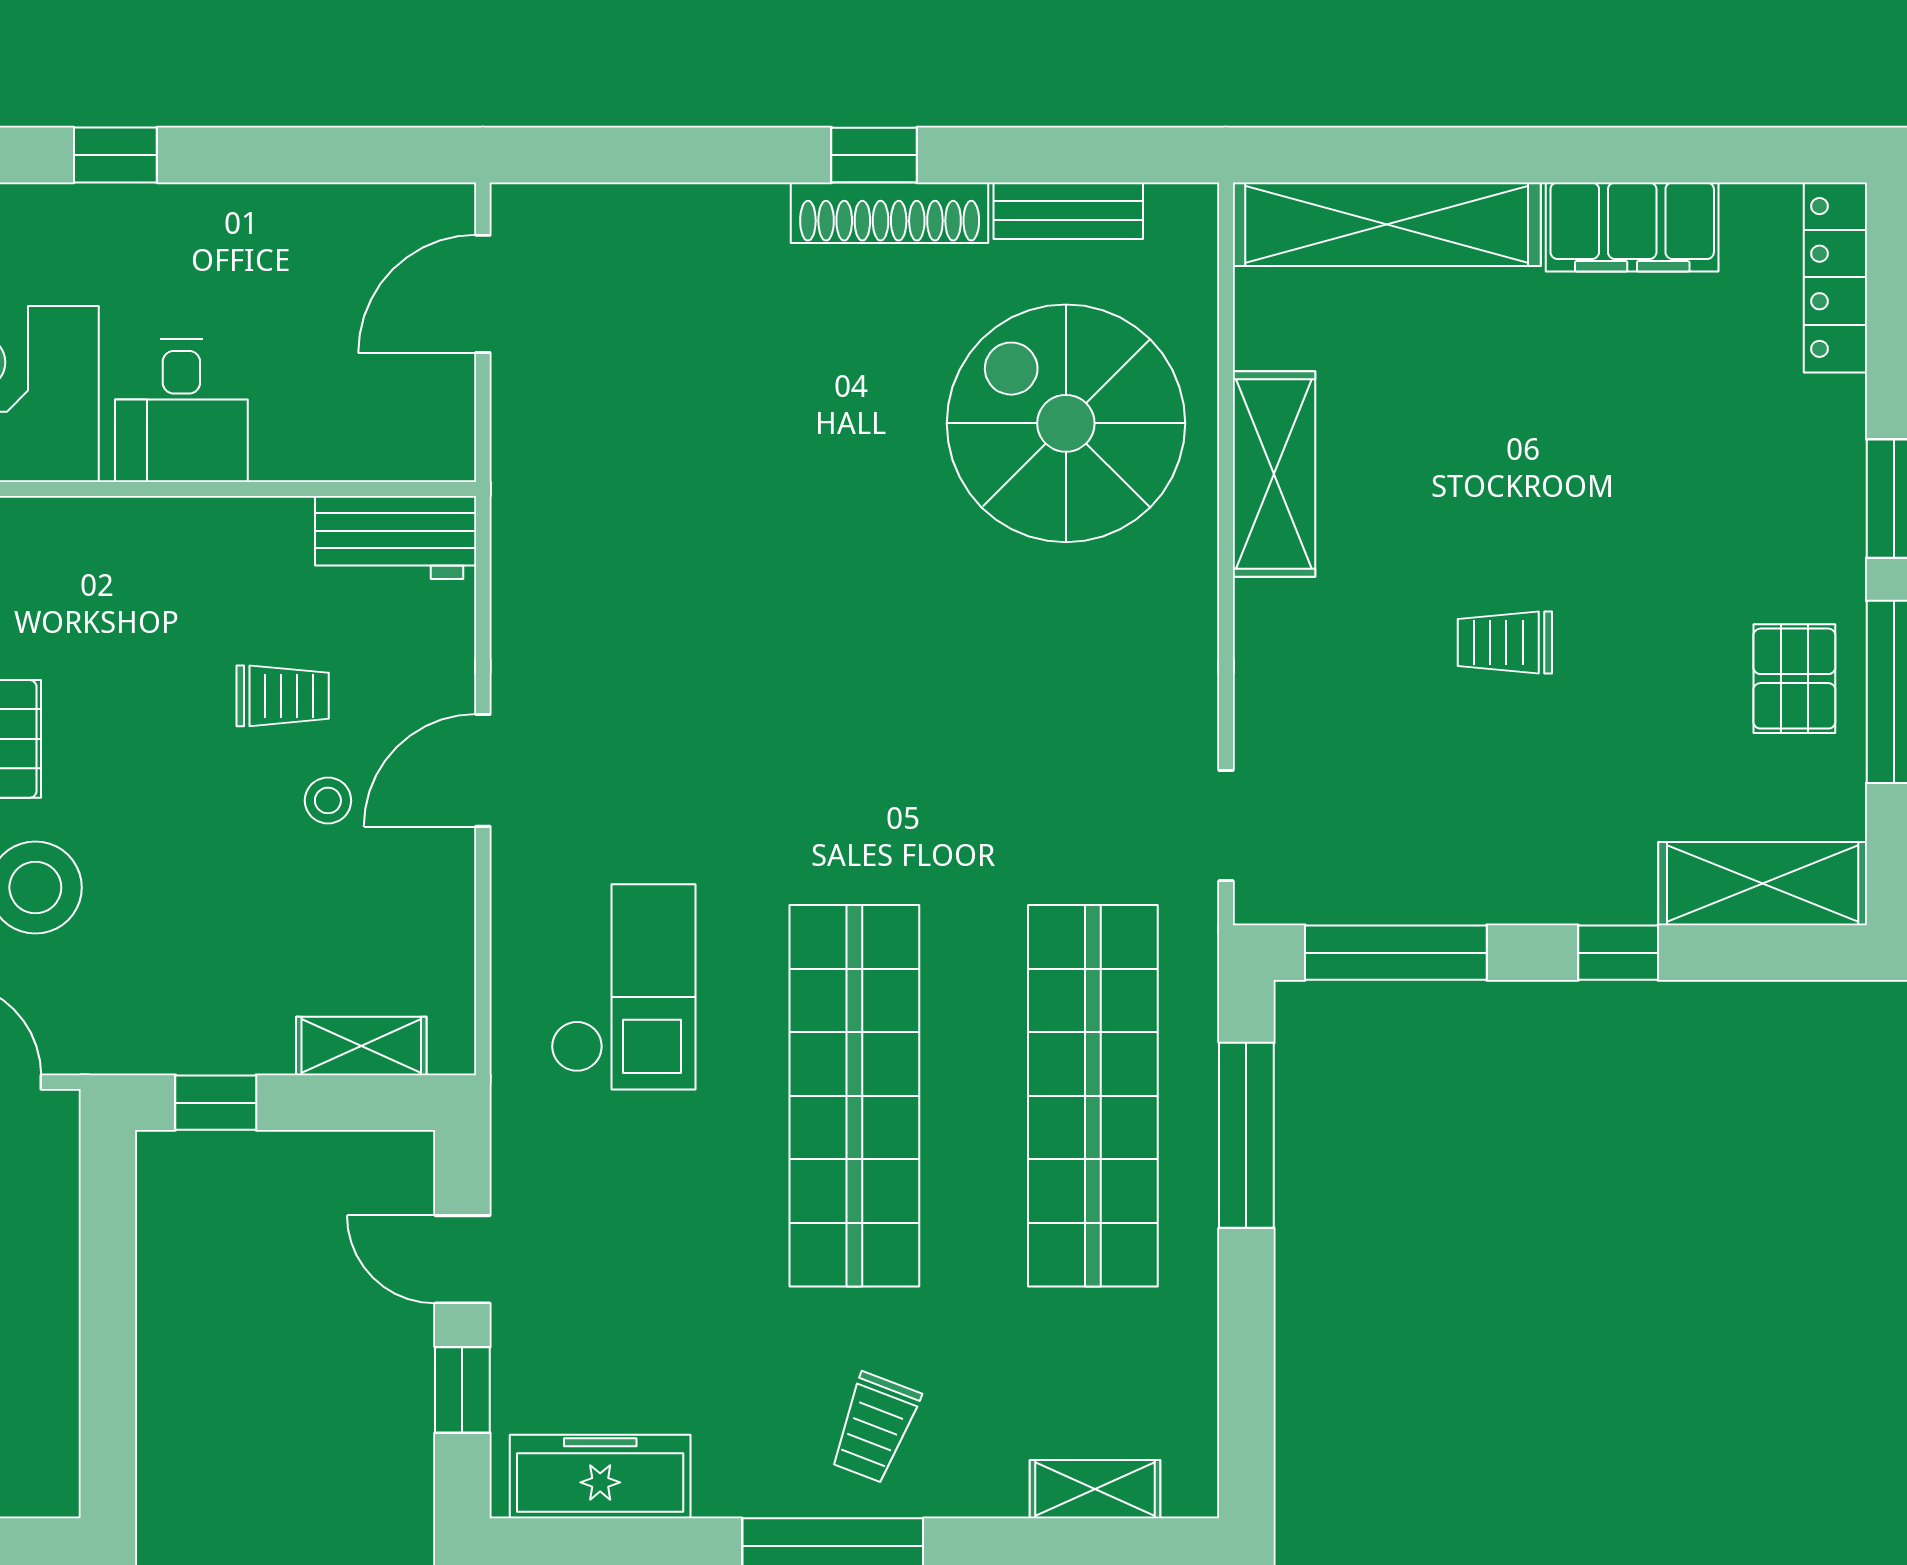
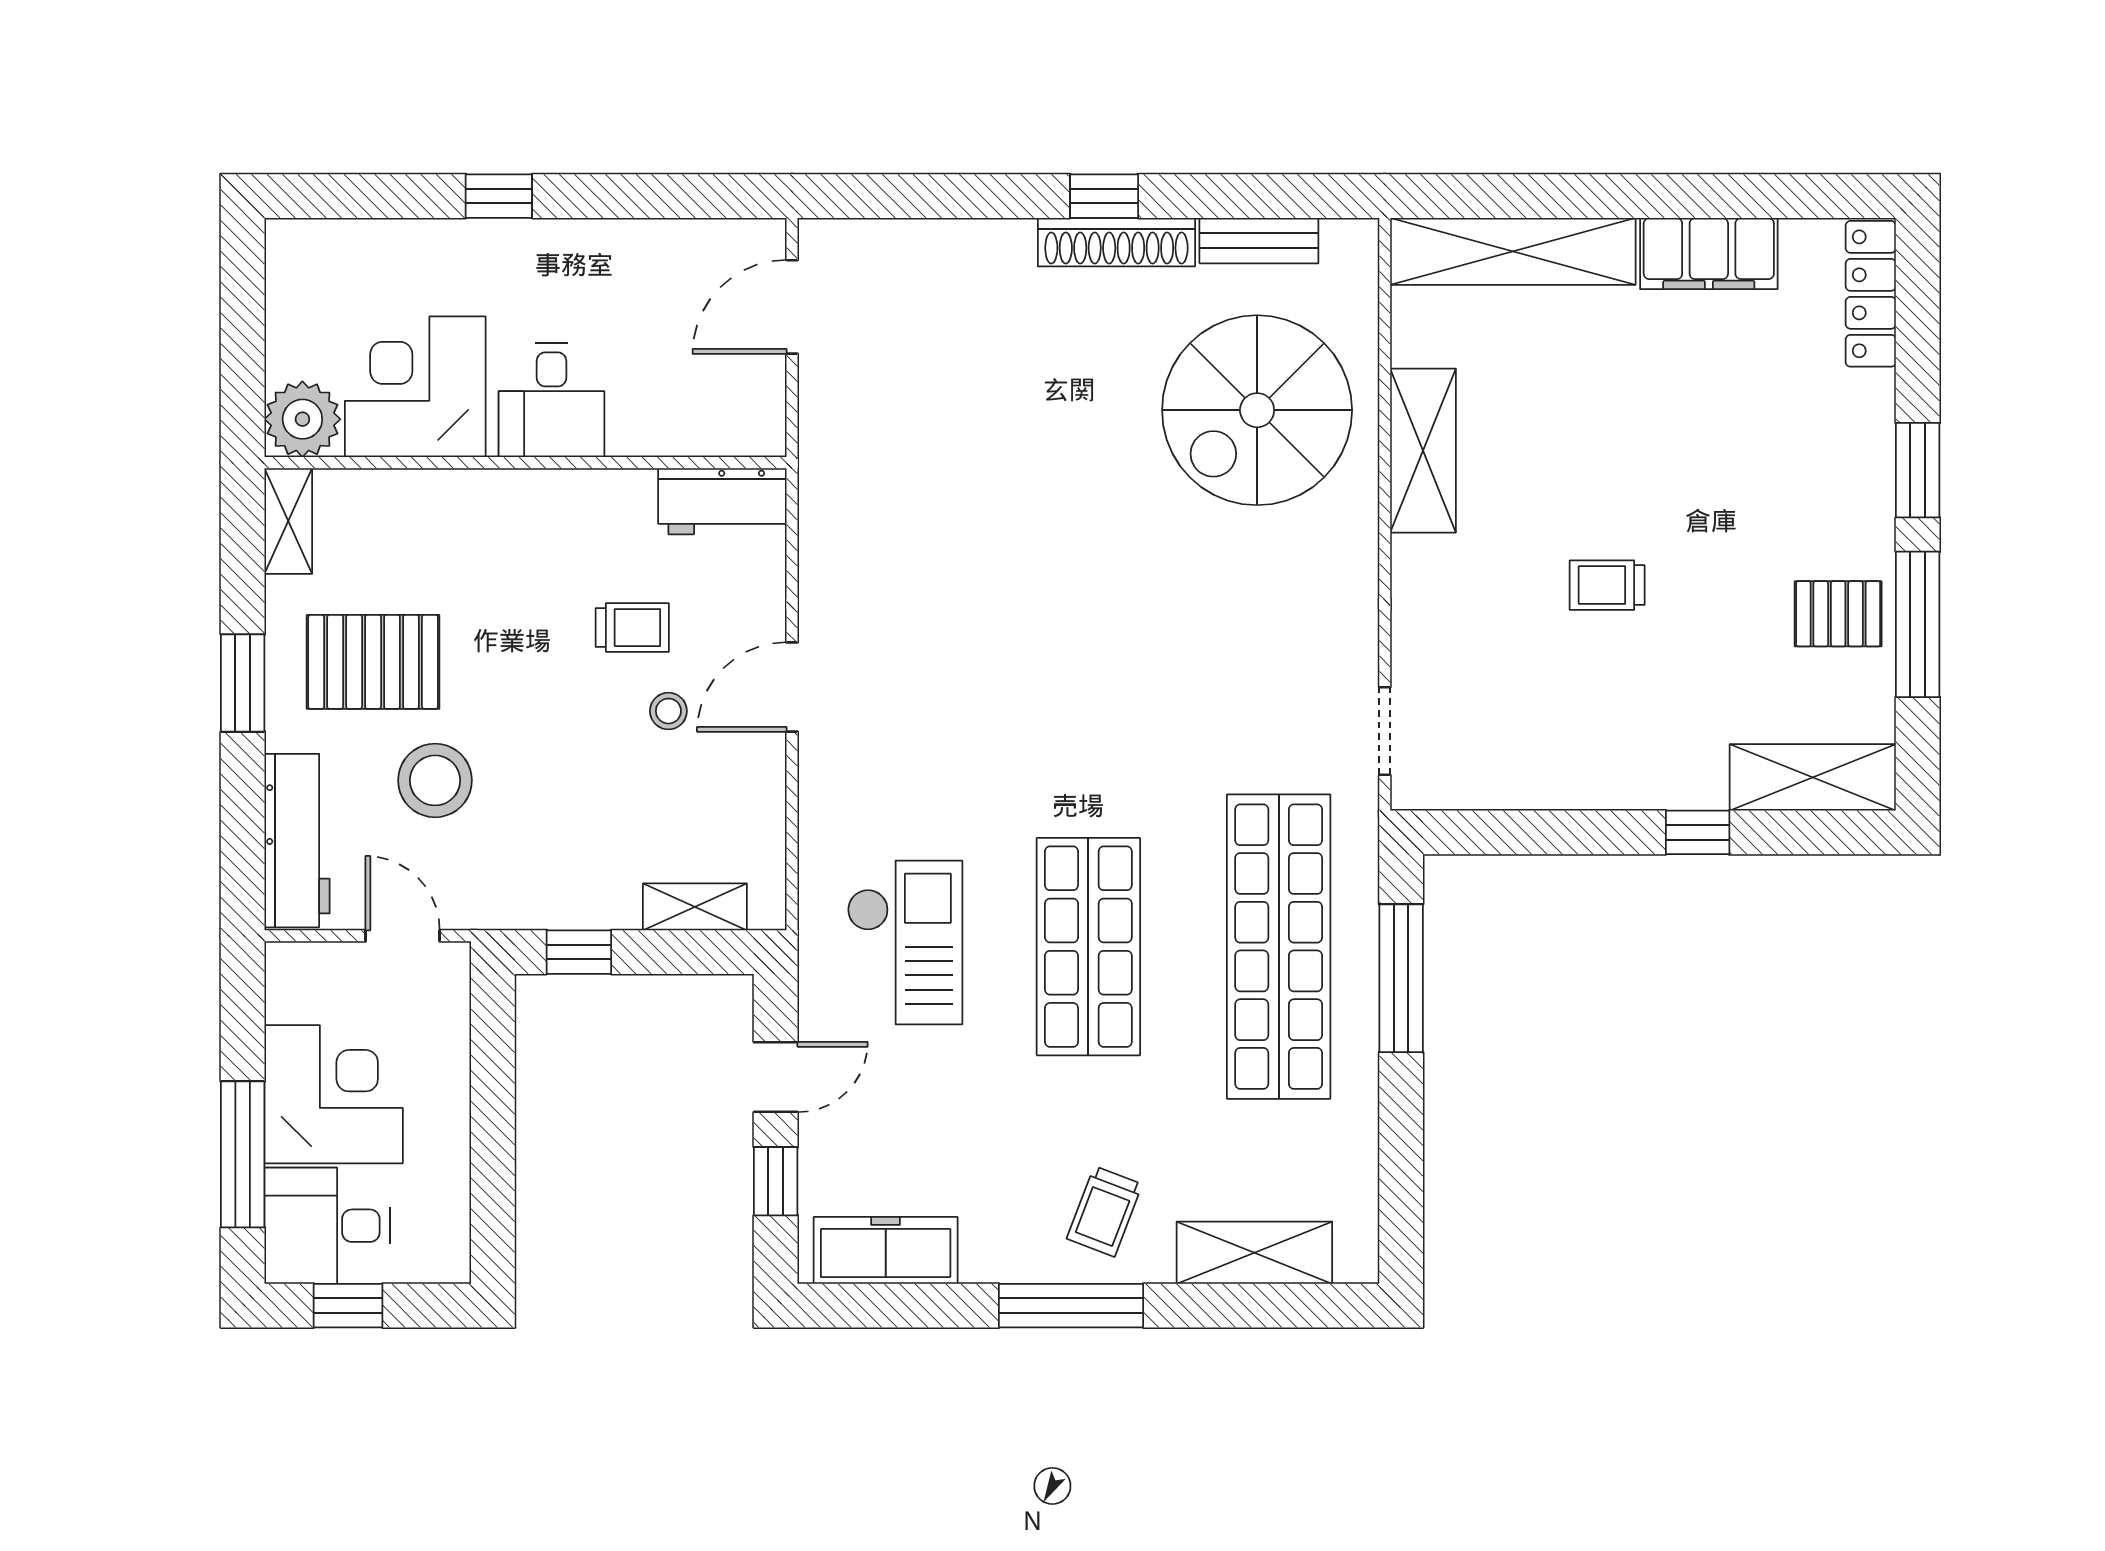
spiral stairs: (1066, 423) -> (1257, 410), turned -90
pallet: (1794, 679) -> (1838, 614), turned 90
window: (1396, 953) -> (1520, 832), removed
checkout: (623, 987) -> (905, 943), moved
shop shelf: (854, 1096) -> (1088, 947), width x0.71
door: (462, 1259) -> (776, 1077), swing flipped
shelving: (1095, 1489) -> (1254, 1253), width x1.50, depth x1.33

